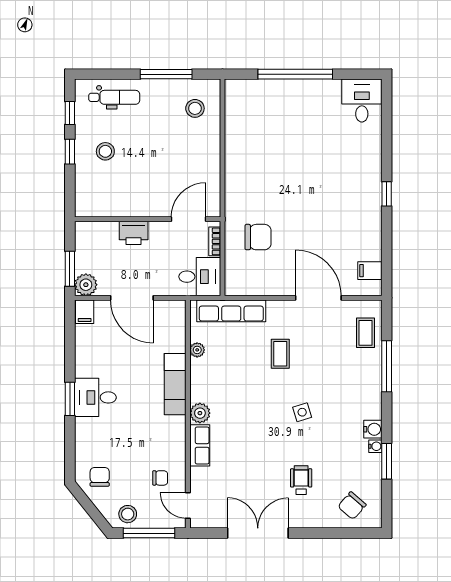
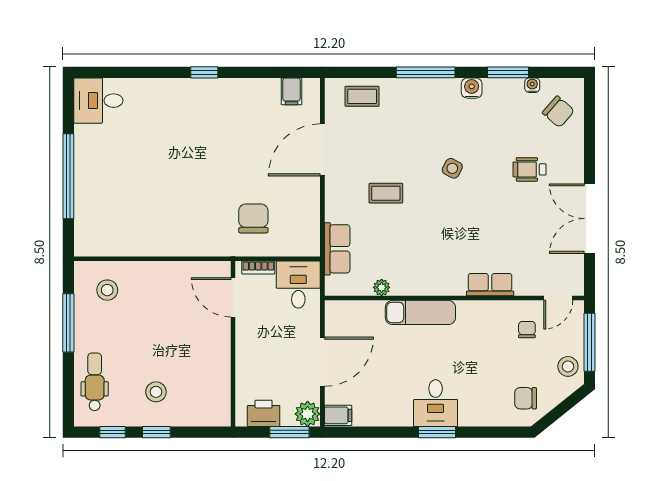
printer: (134, 233) -> (264, 413), moved, turned -90
row of seats: (231, 311) -> (337, 249), width x0.68
window: (387, 366) -> (426, 72), moved
side table: (302, 412) -> (452, 168), turned 45
plant: (200, 413) -> (453, 284), removed
water cooler: (375, 446) -> (532, 85), moved

